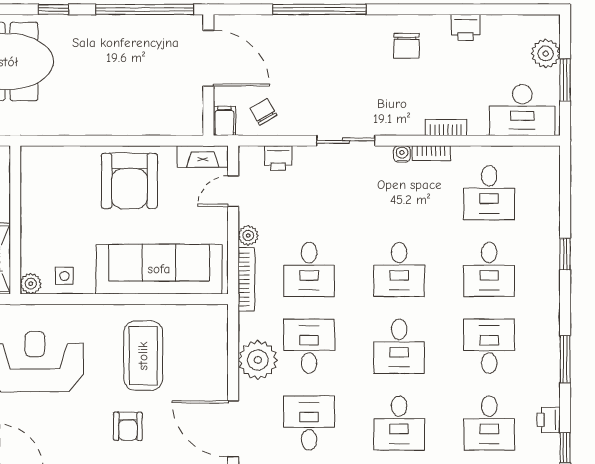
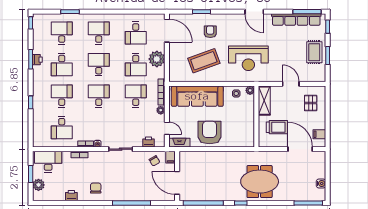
door: (233, 191) -> (167, 128), hinge flipped
desk: (489, 193) -> (62, 128), turned 180
coffee table: (143, 356) -> (204, 61), turned 70
printer: (549, 420) -> (37, 60), moved

